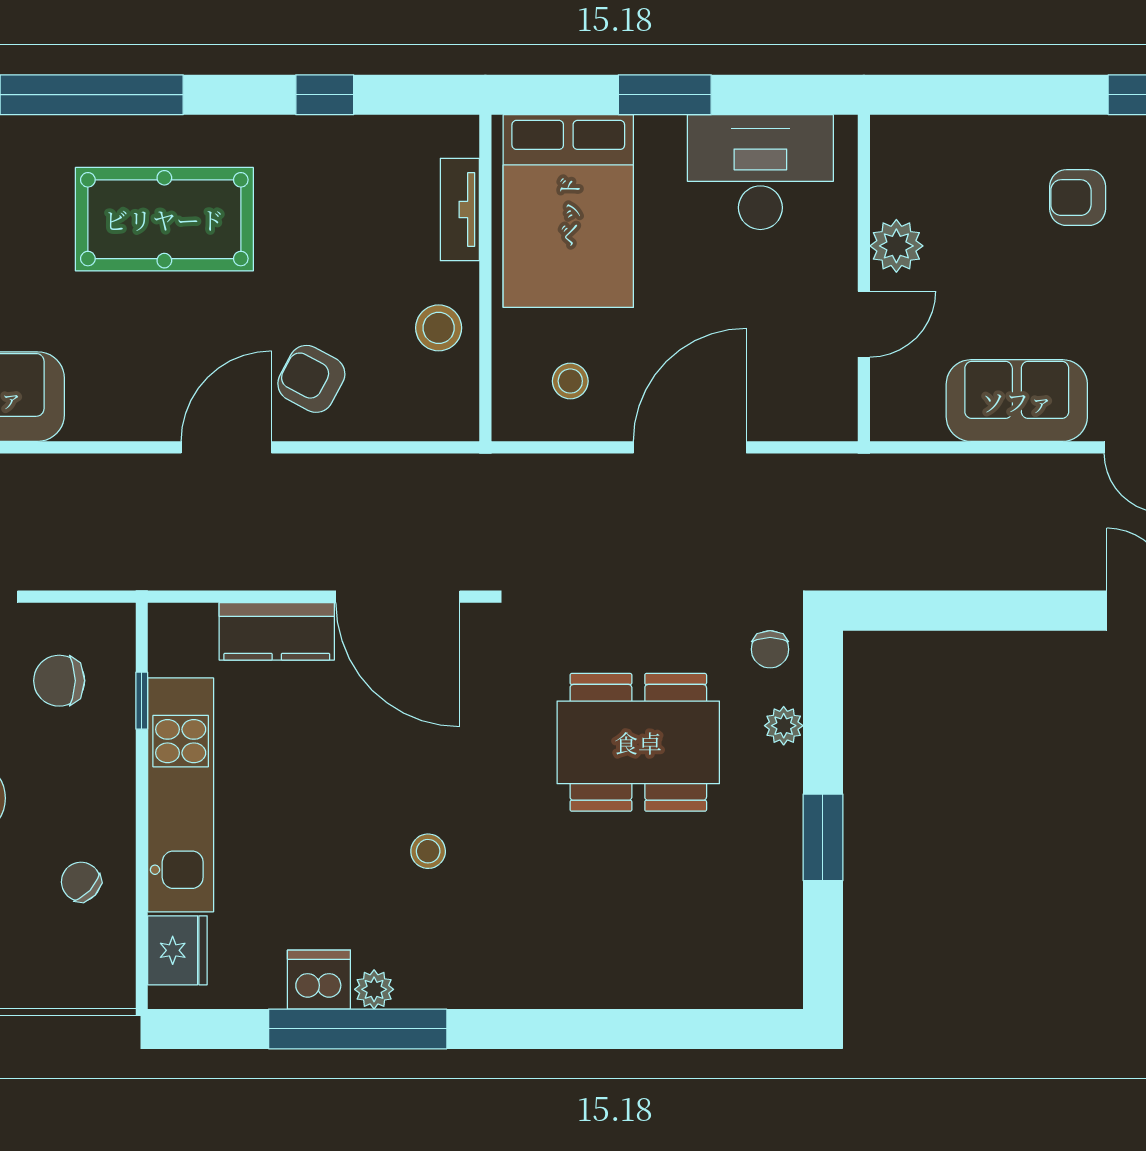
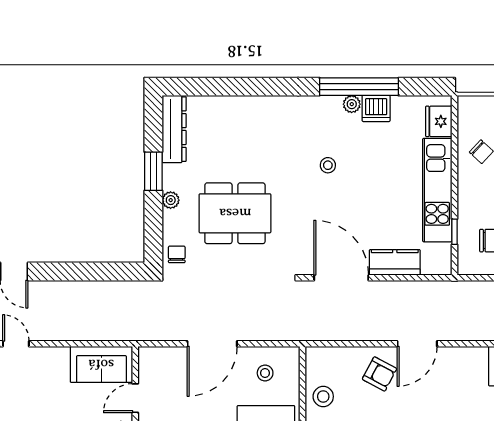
sofa: (1017, 401) -> (101, 364), moved
plant: (784, 726) -> (171, 200), moved
dresser: (776, 933) -> (174, 129), added

